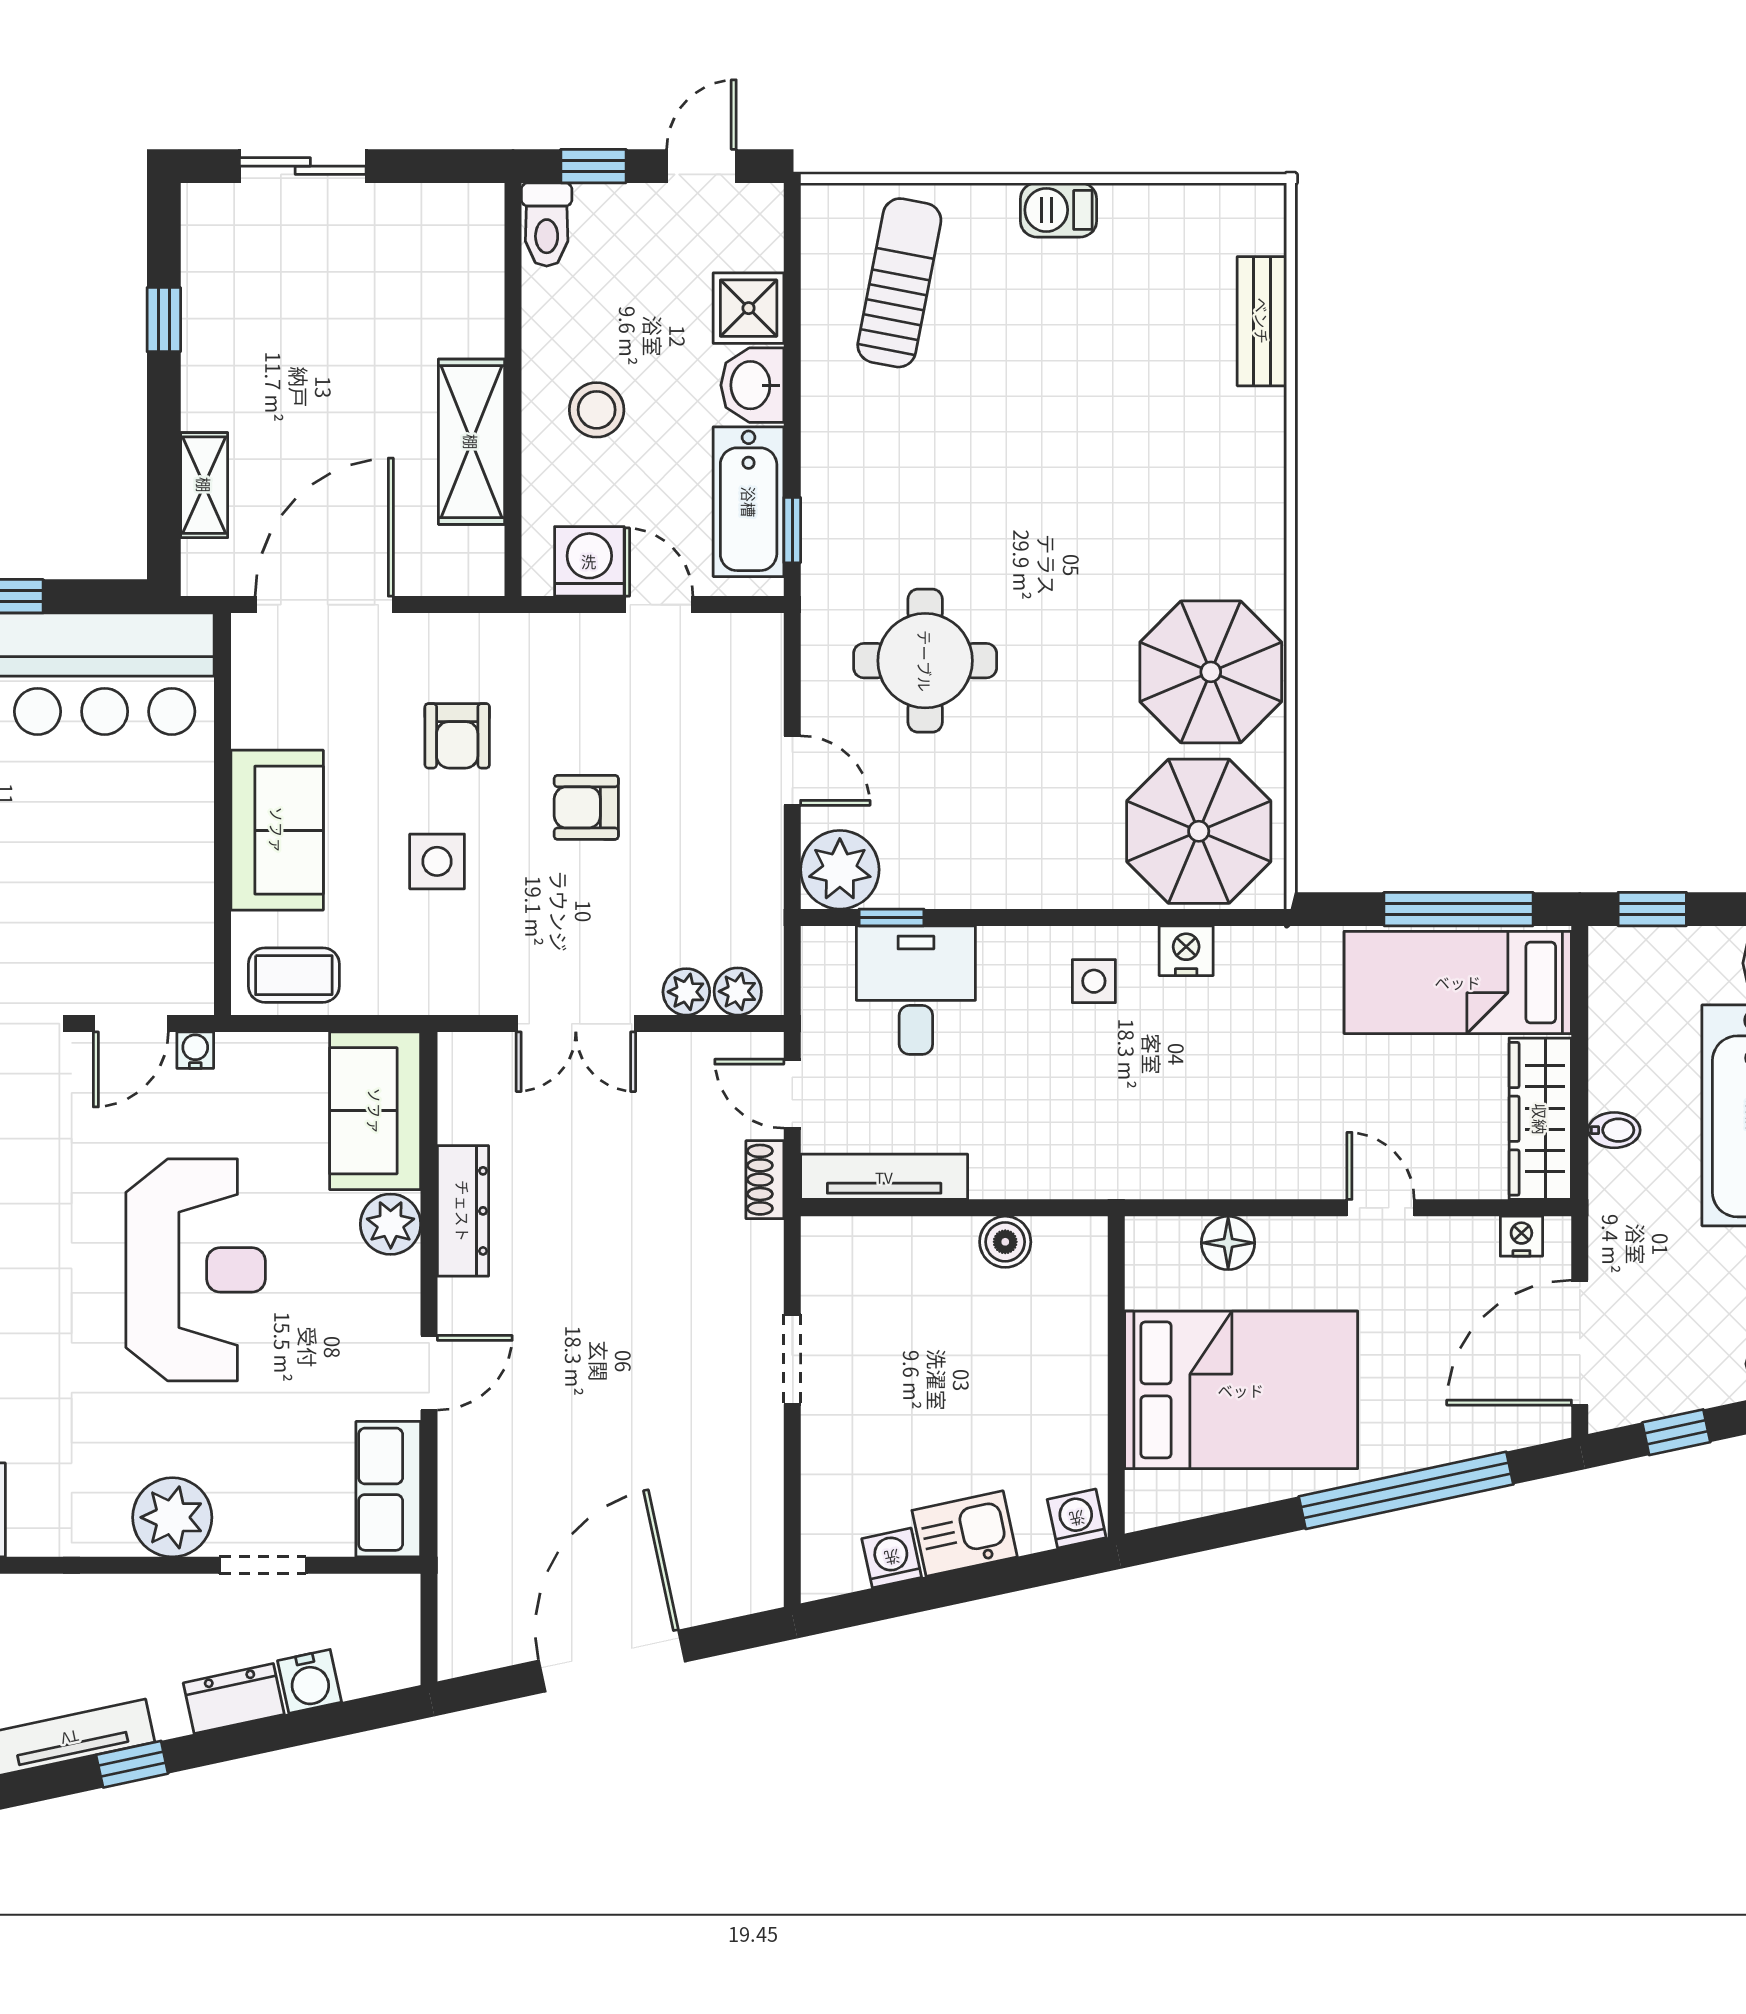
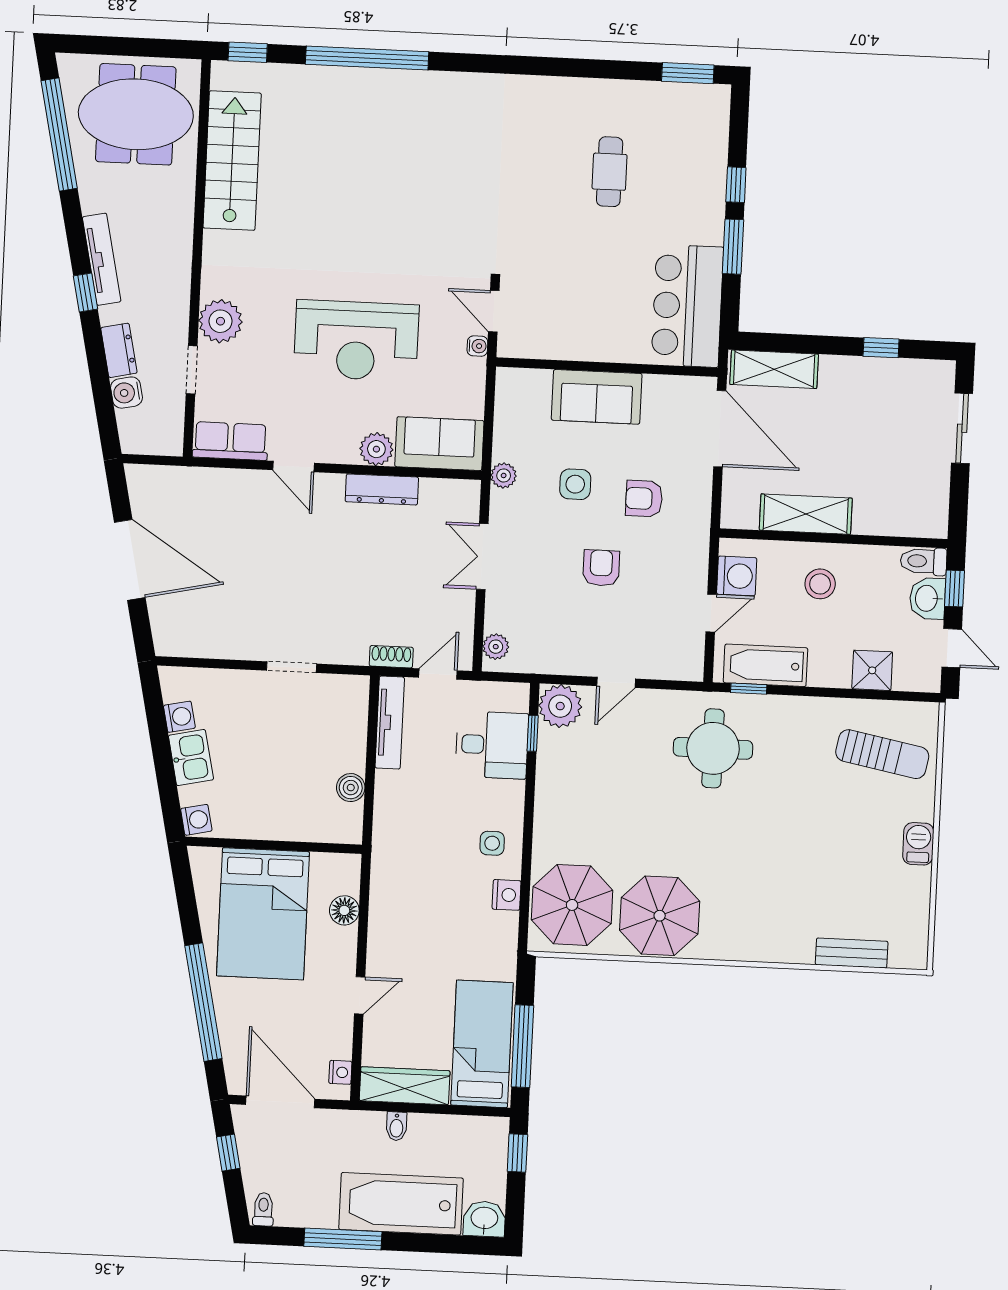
washbasin: (752, 385) -> (927, 598), moved, turned -90
shelving: (204, 485) -> (774, 369), width x1.50, depth x1.33
round table: (925, 661) -> (713, 748), moved
coffee table: (294, 975) -> (516, 402), removed
plant: (686, 992) -> (504, 475), moved

